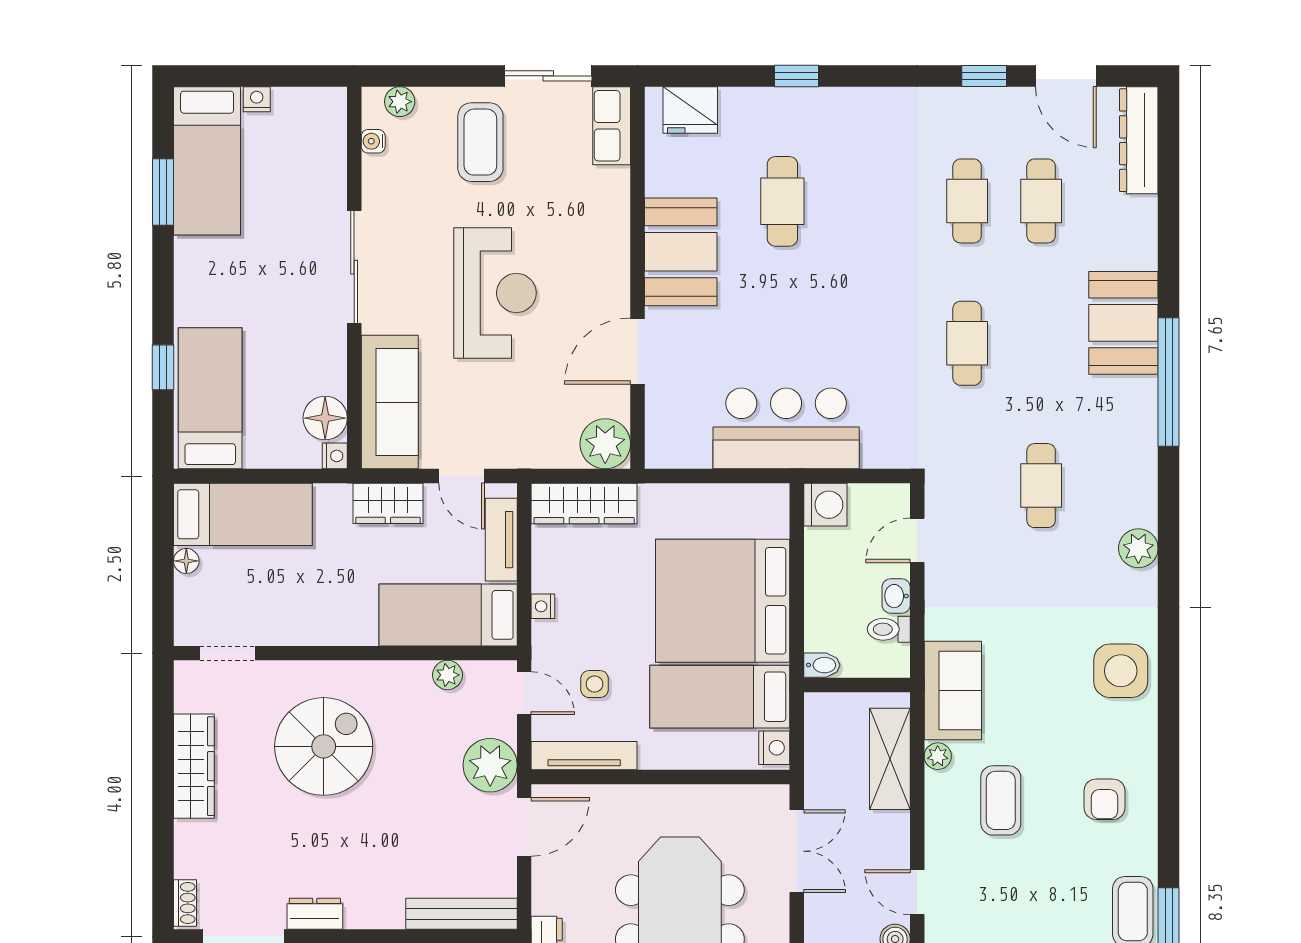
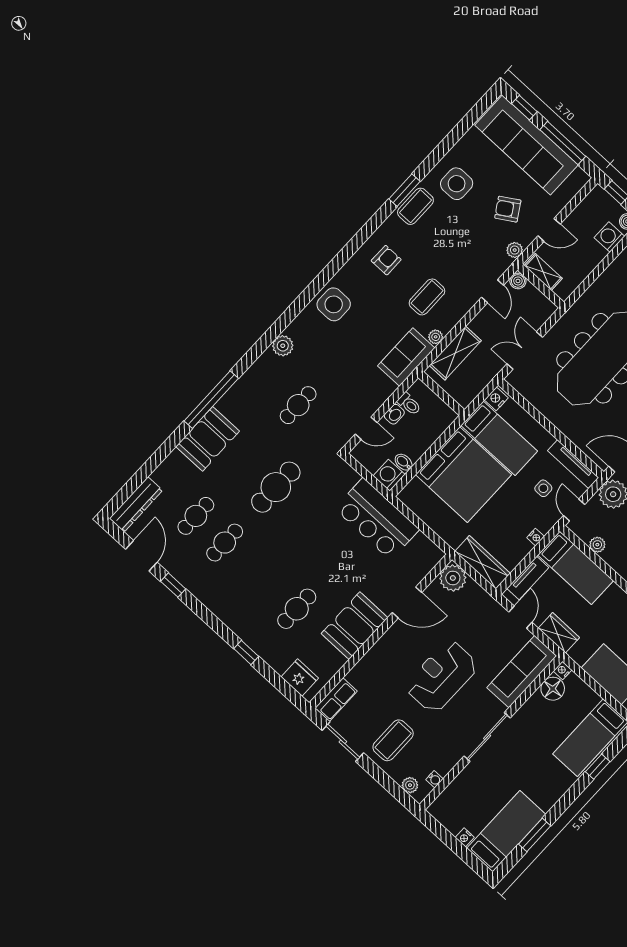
cafe table: (967, 343) -> (276, 487), width x1.37, depth x1.35
bidet: (822, 665) -> (404, 462), moved

